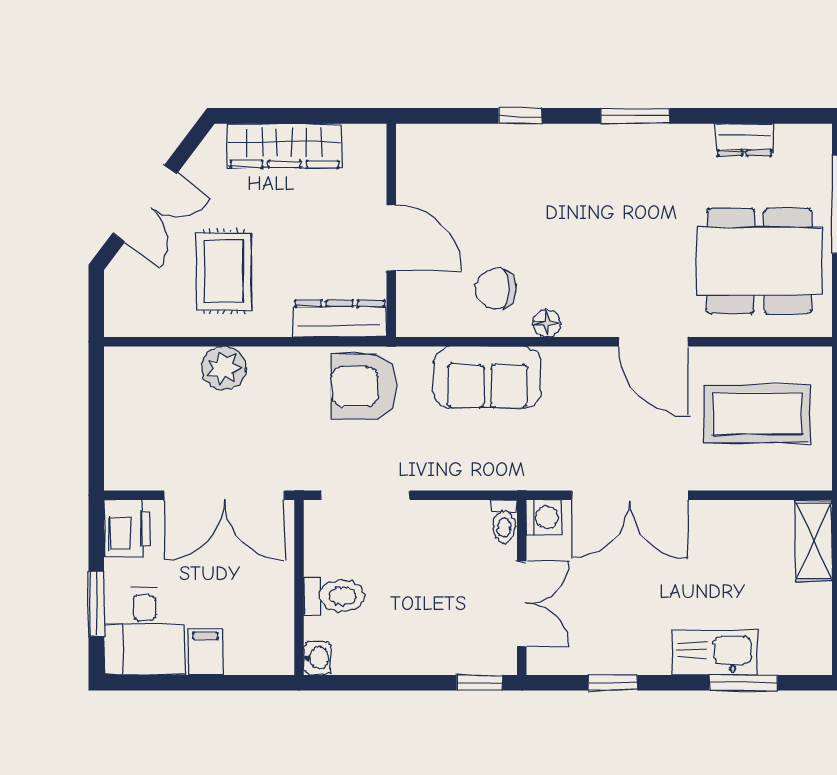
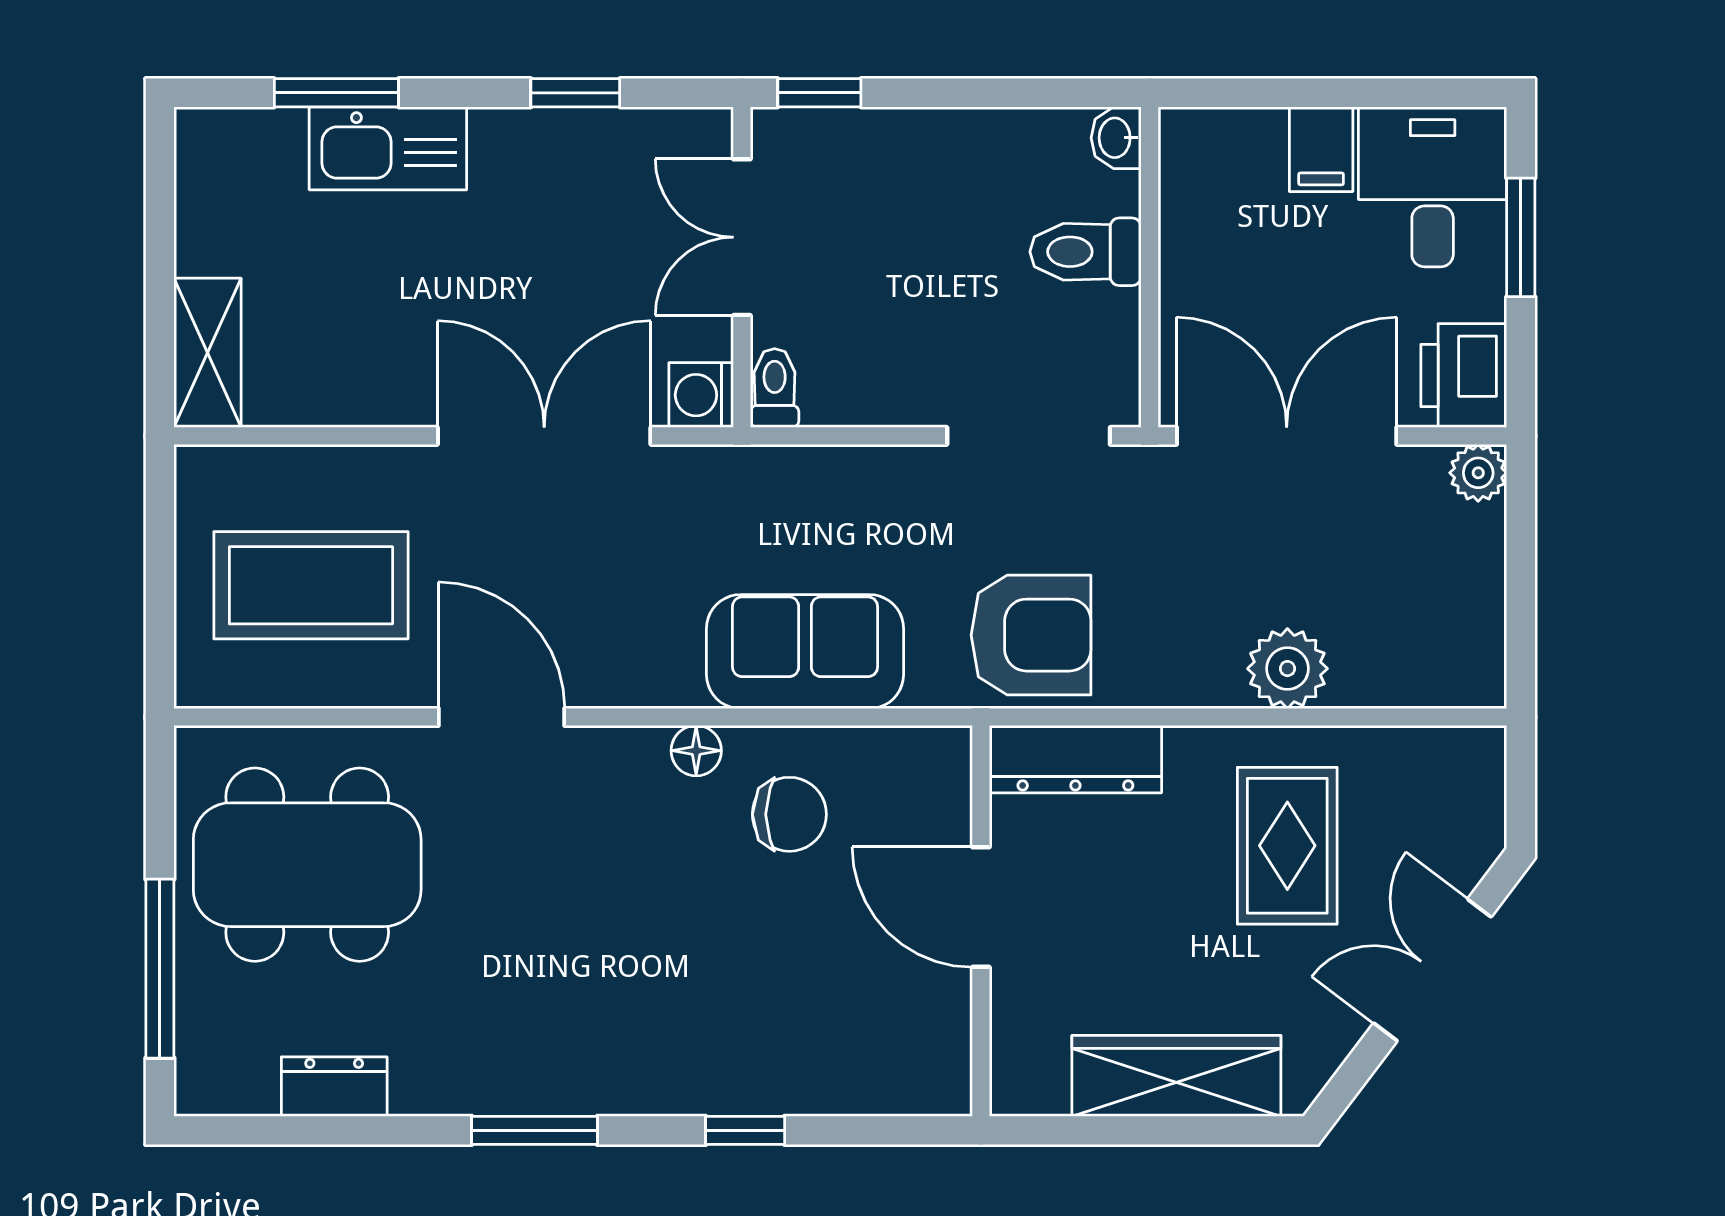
plant: (120, 475) -> (1478, 473), added

